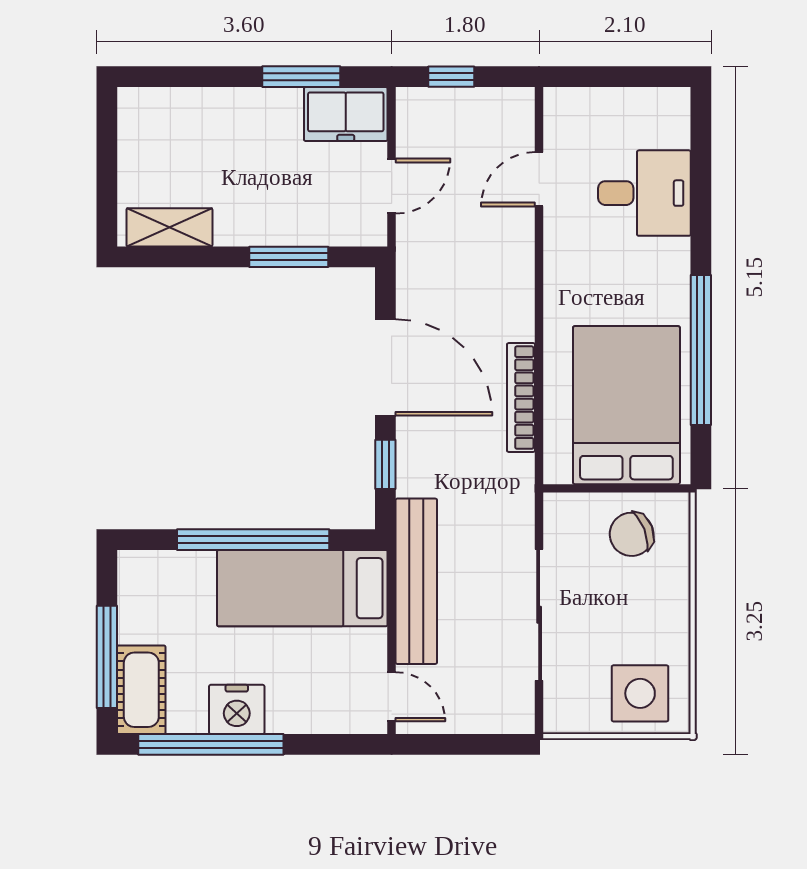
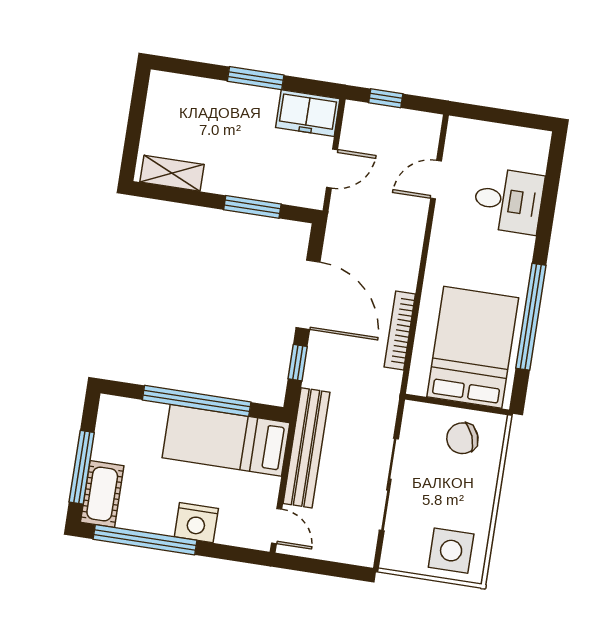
window: (301, 77) -> (256, 78), moved
nightstand: (237, 709) -> (196, 523), moved

